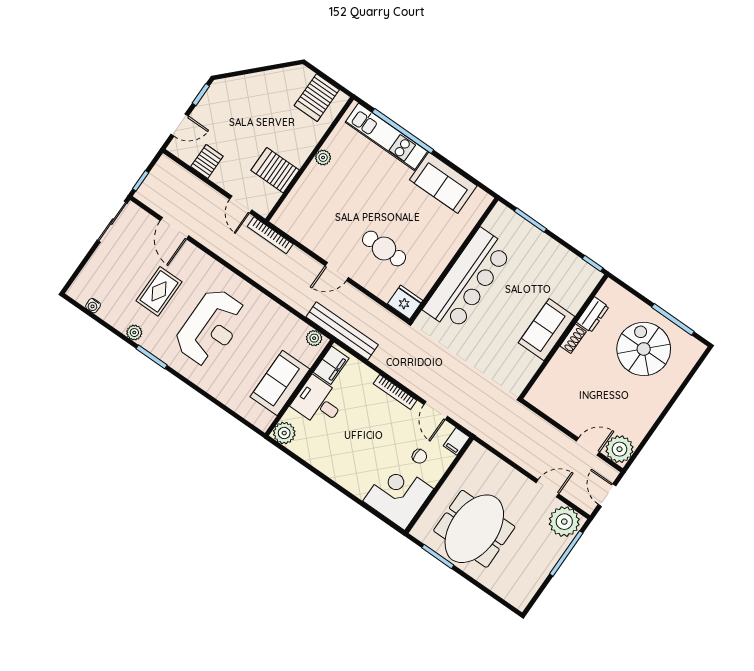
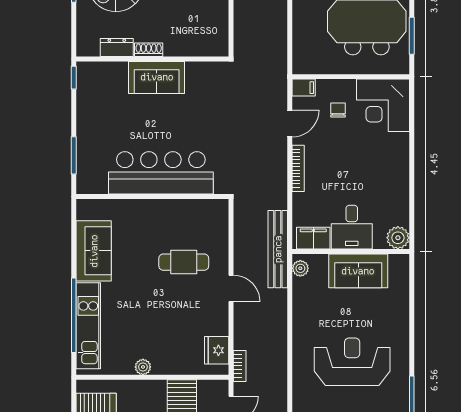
bookcase: (270, 235) -> (240, 366), width x0.64
cafe table: (384, 248) -> (184, 262), turned 90
fridge: (405, 302) -> (217, 350), moved

